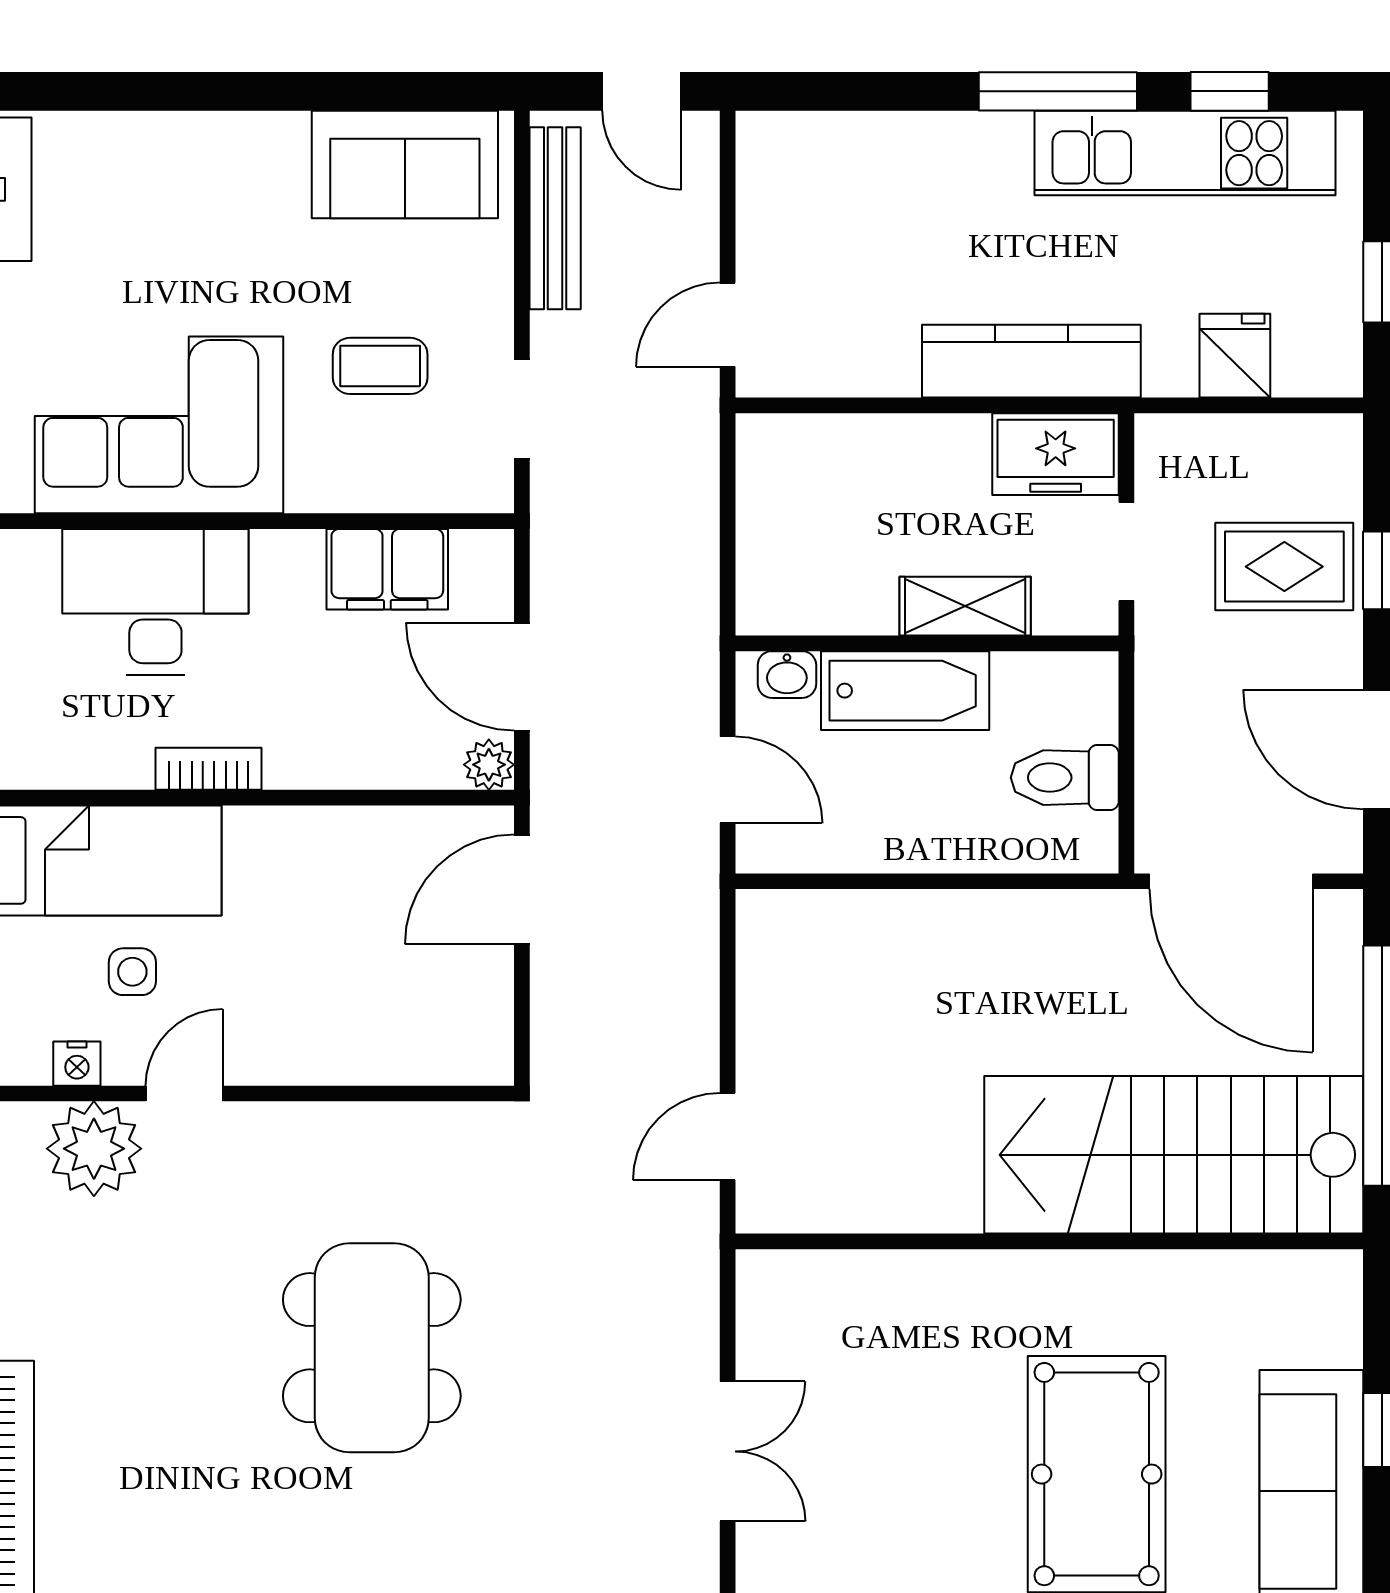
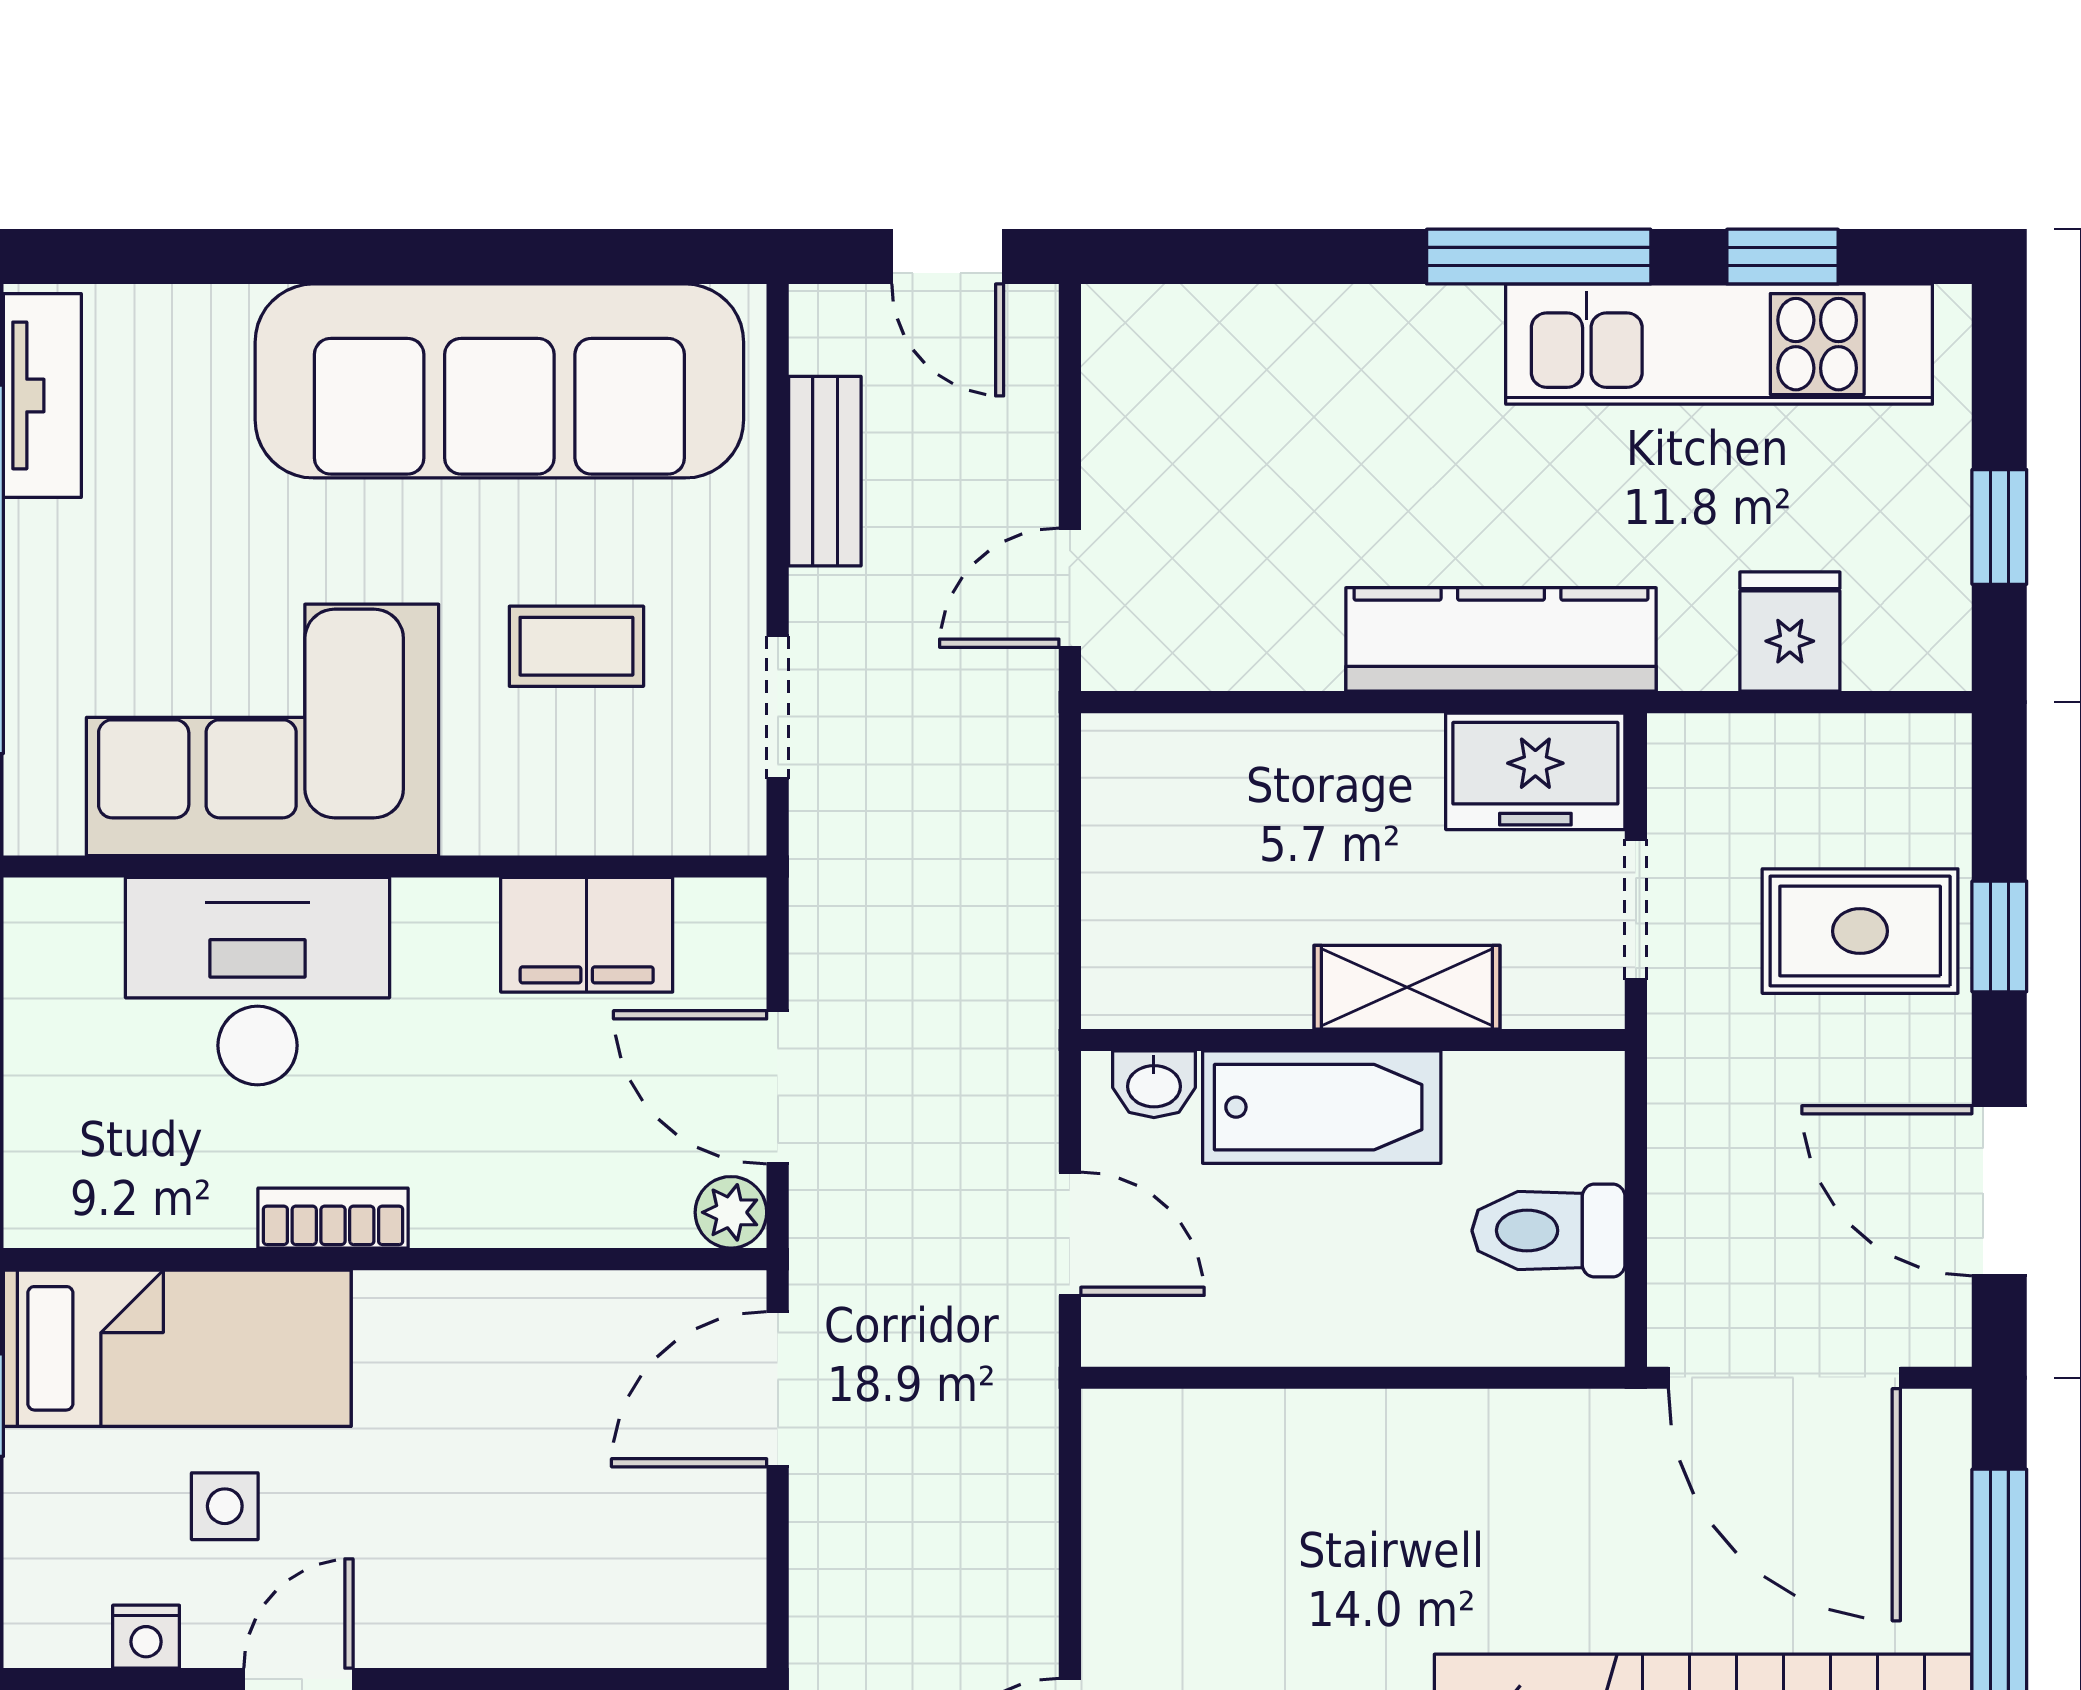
sofa: (405, 165) -> (499, 381), width x1.85, depth x1.27
bench: (555, 218) -> (825, 471), width x0.73

